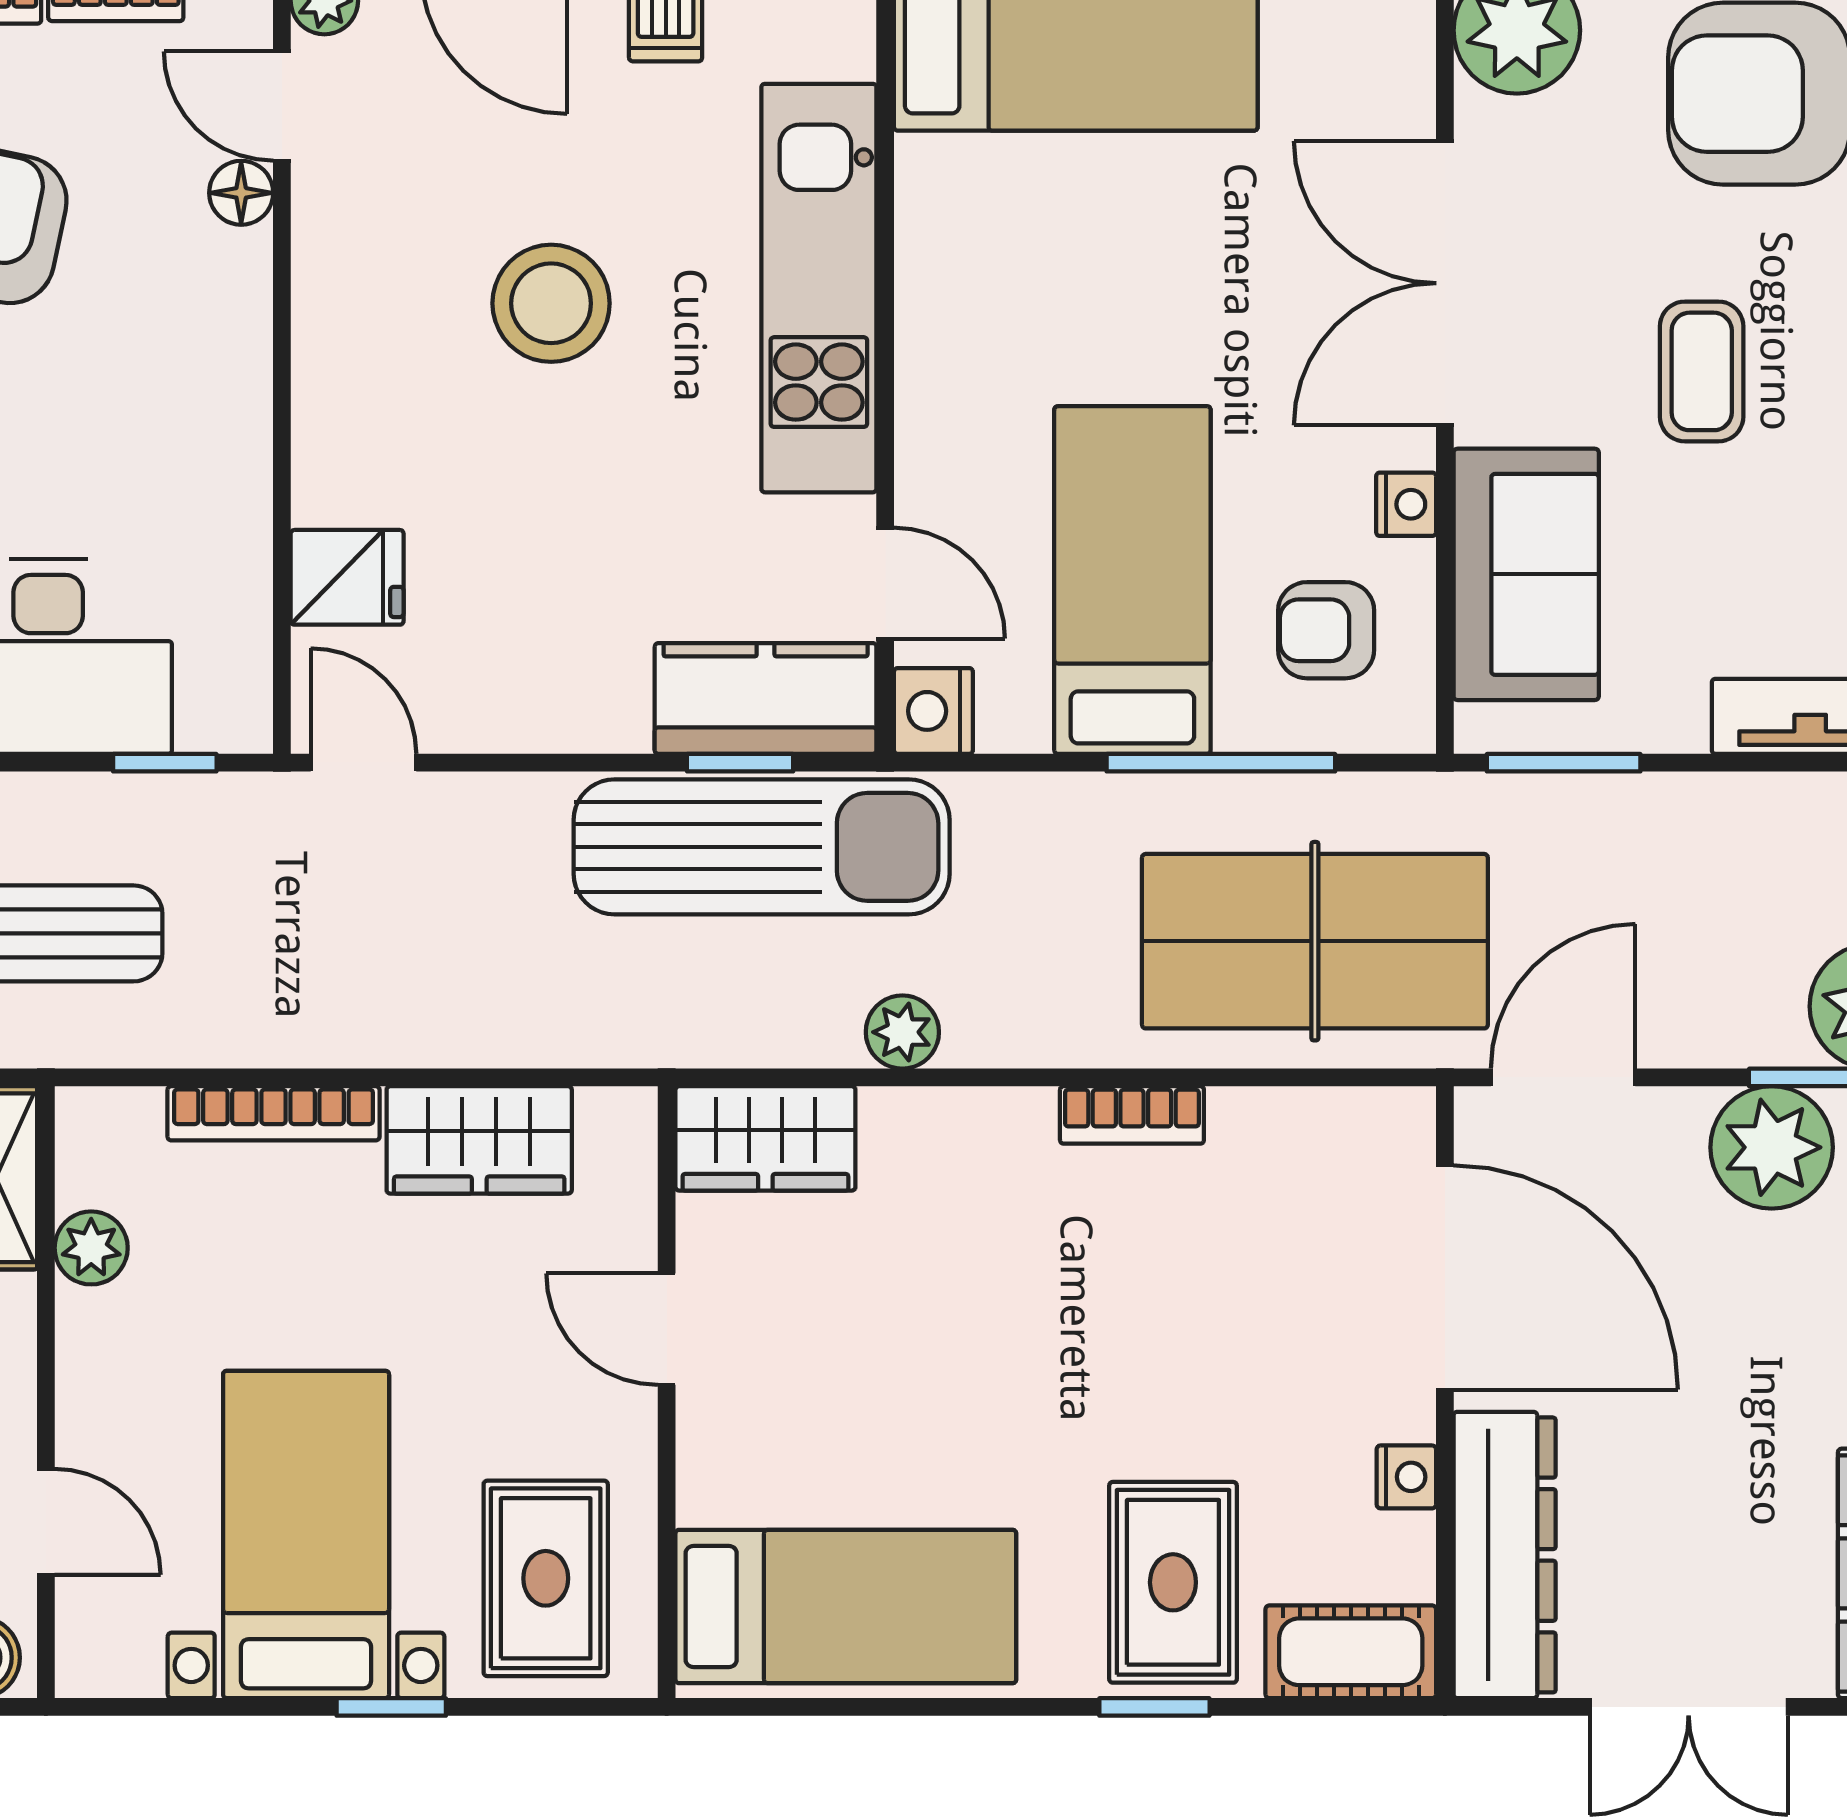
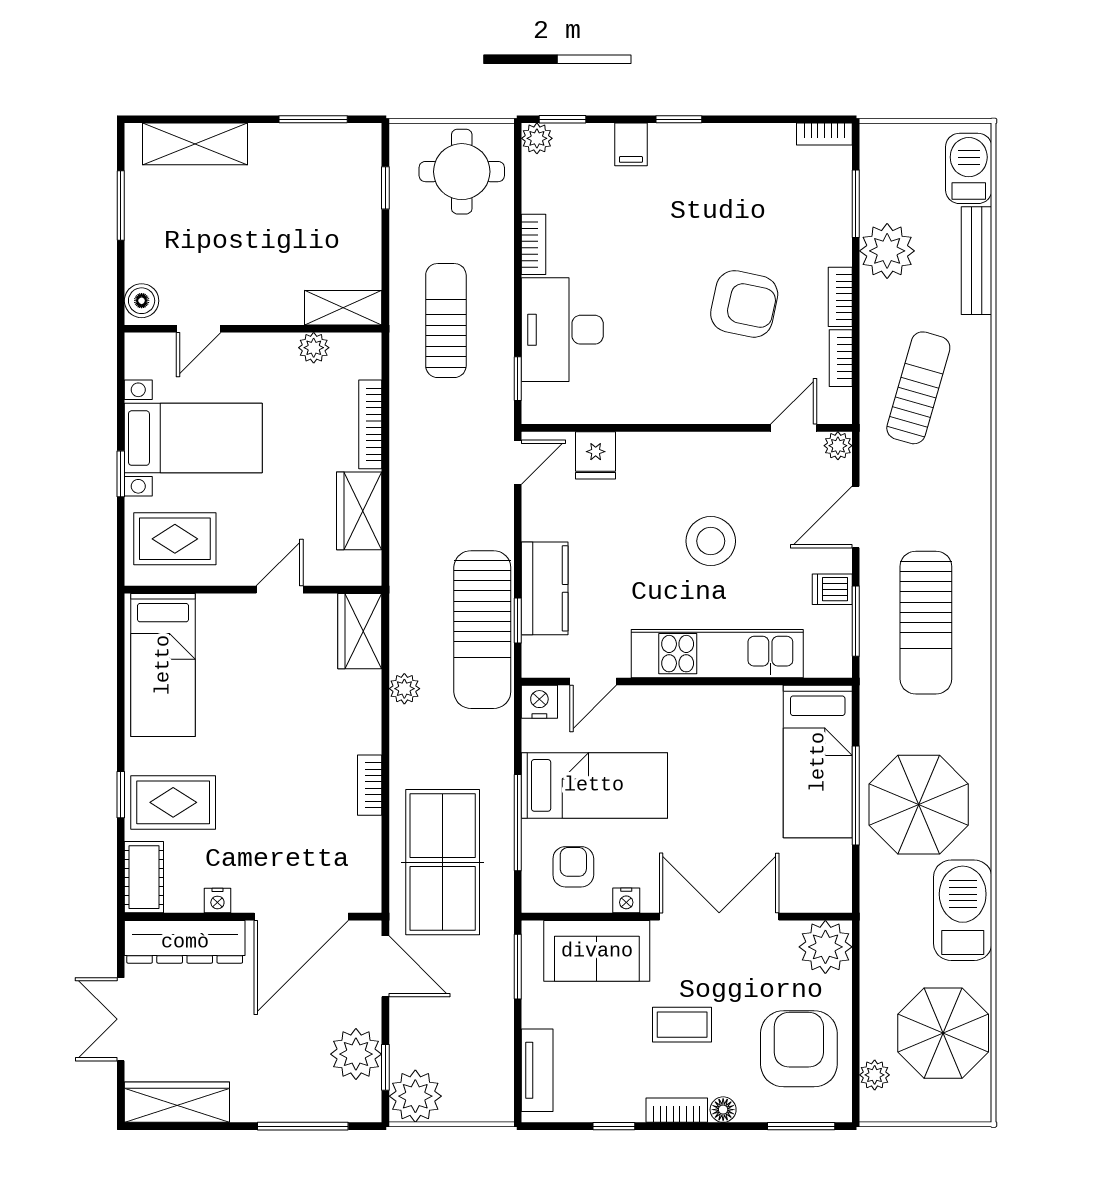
floor lamp: (241, 193) -> (757, 411), removed
kitchen counter: (766, 698) -> (545, 588), moved

